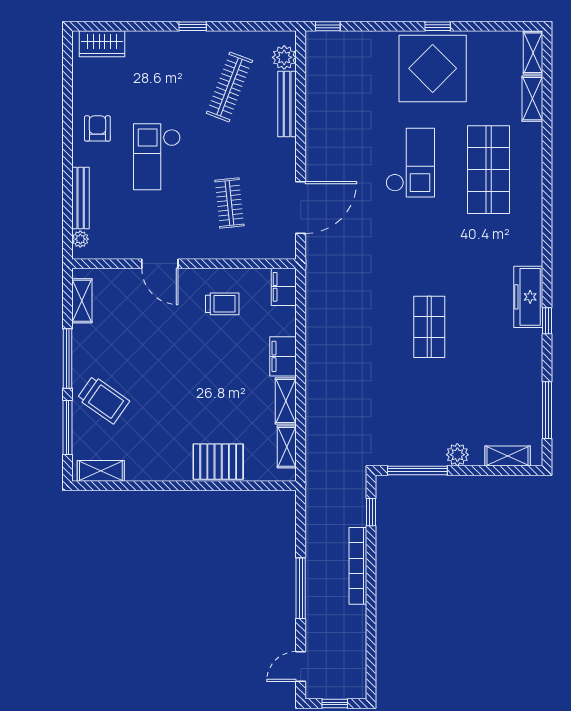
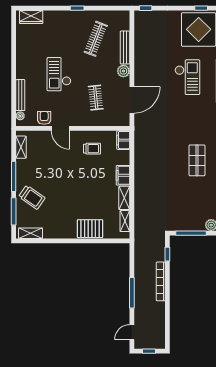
plant: (284, 57) -> (123, 71), moved
armchair: (97, 128) -> (44, 118), moved

